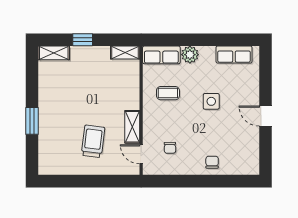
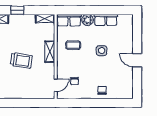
row of seats: (234, 55) -> (106, 20), moved
shelving: (132, 127) -> (50, 52), moved
trolley: (93, 141) -> (21, 60), moved, turned 92
door: (141, 154) -> (56, 85), swing flipped

